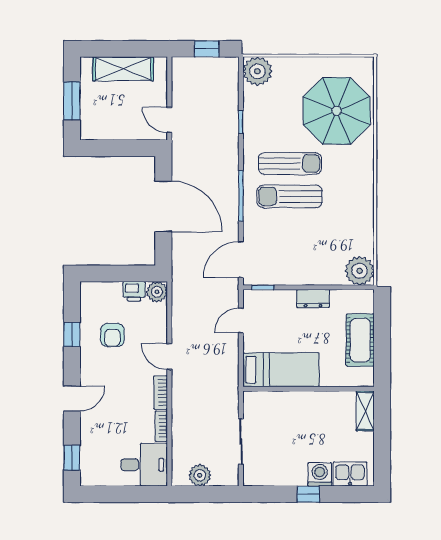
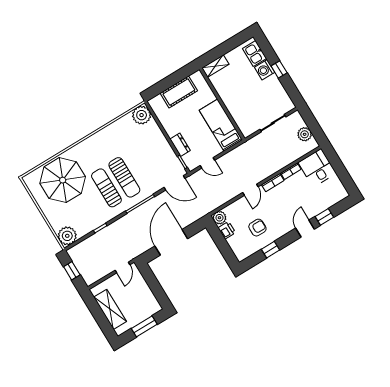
dresser: (313, 299) -> (180, 145), moved
door: (72, 399) -> (305, 229), hinge flipped
window: (72, 458) -> (324, 217), moved

